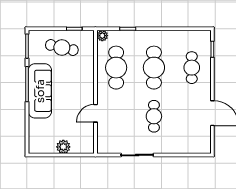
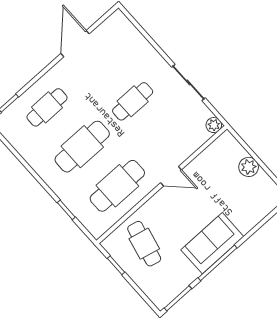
plant: (102, 36) -> (214, 125), moved
cafe table: (62, 48) -> (144, 244), moved
sofa: (40, 91) -> (212, 243), width x0.73
door: (95, 113) -> (171, 176), moved

